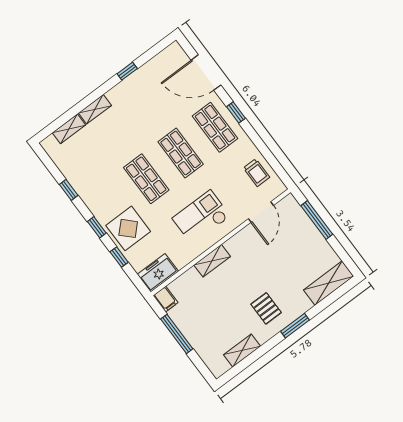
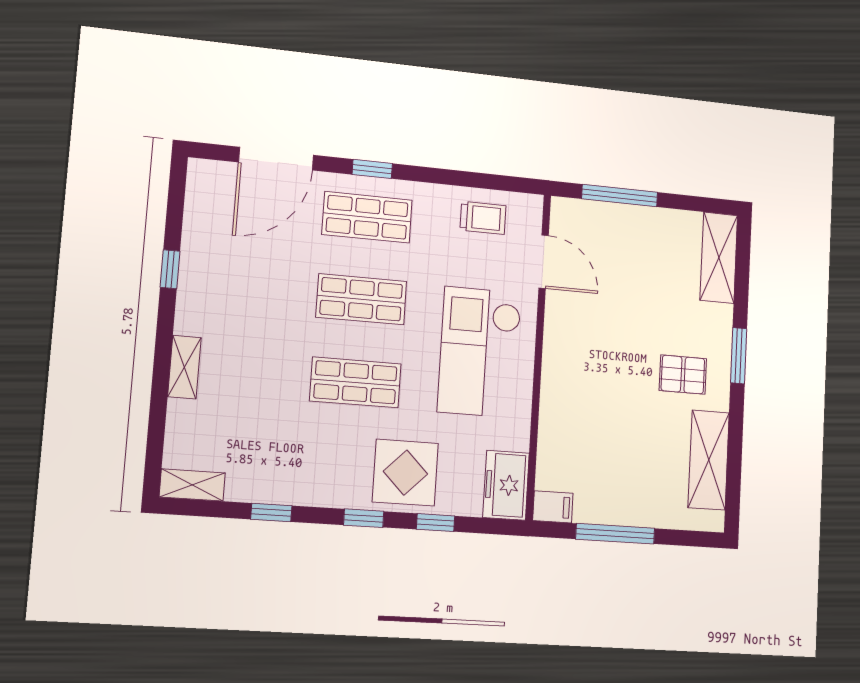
shelving: (69, 129) -> (192, 485), moved, turned 90
checkout: (201, 217) -> (480, 352), width x1.36, depth x1.21
shelving: (212, 261) -> (554, 391), removed
shelving: (242, 351) -> (709, 460), width x1.50, depth x1.33

